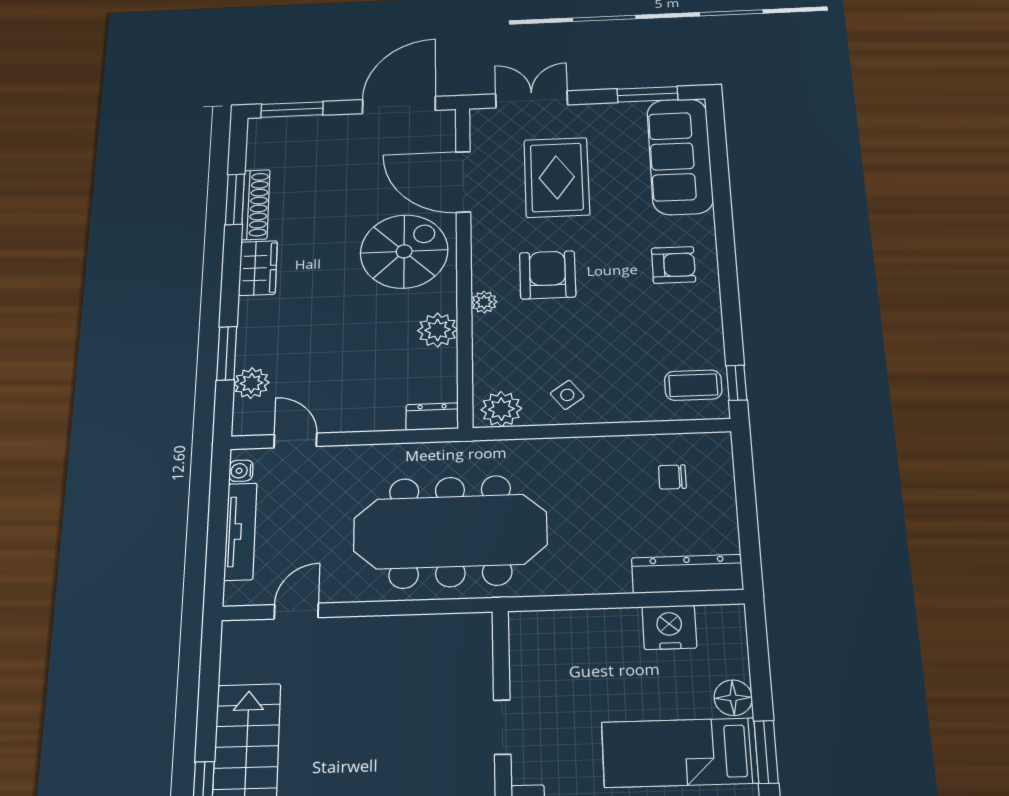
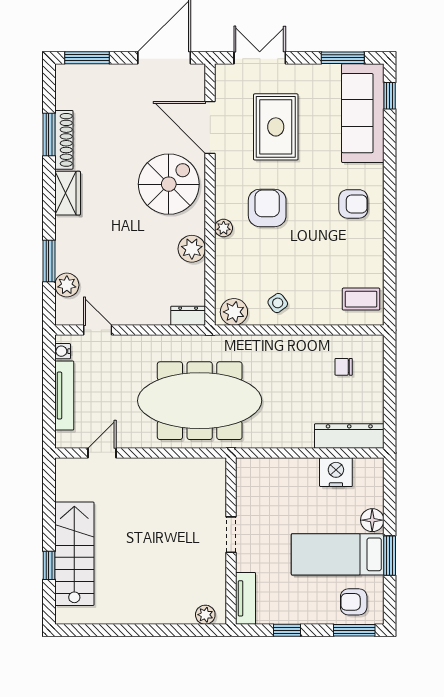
window: (737, 383) -> (390, 96), moved

